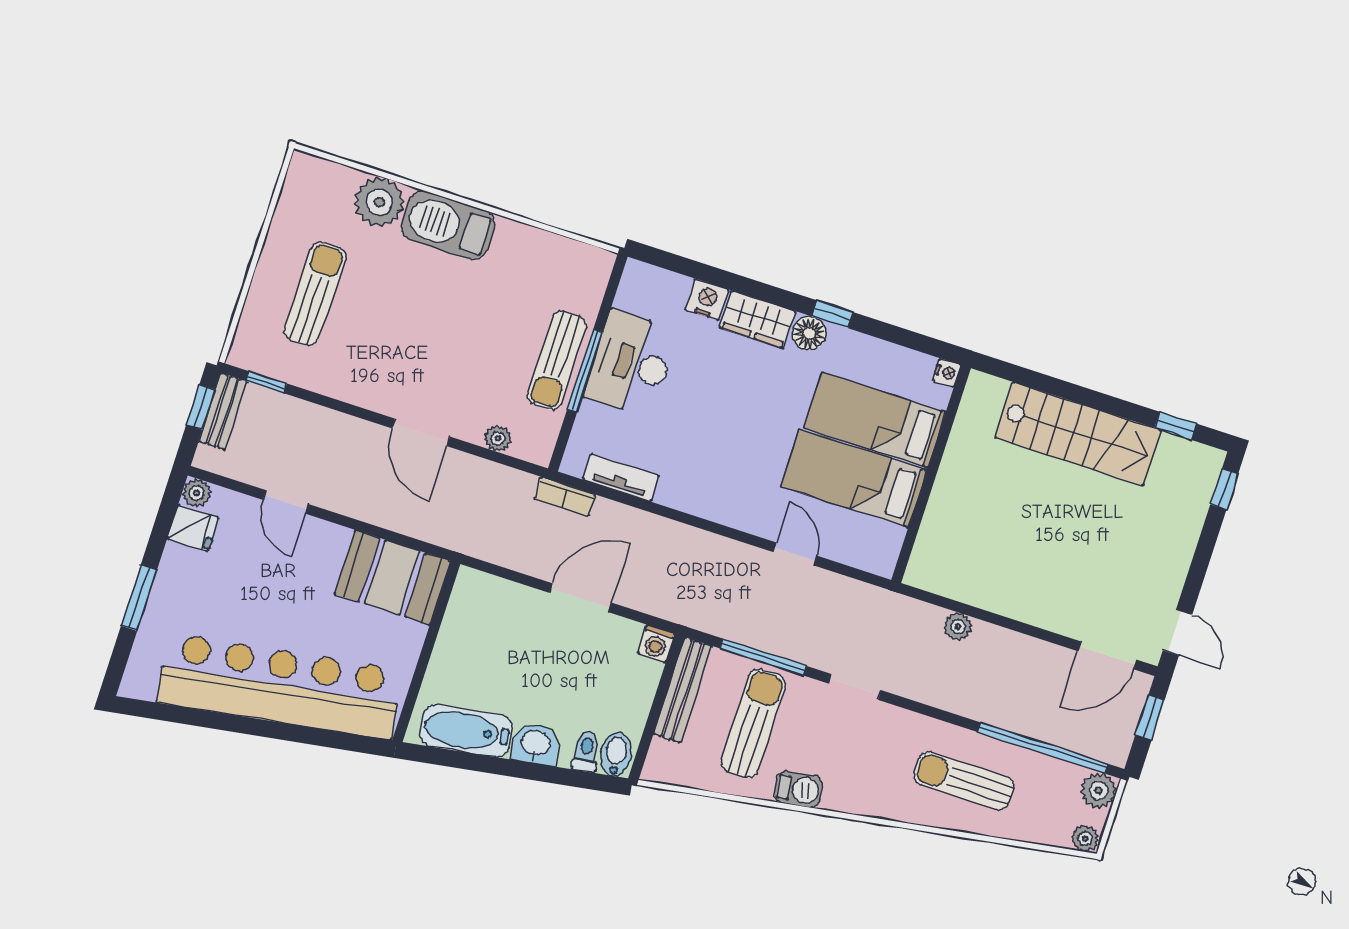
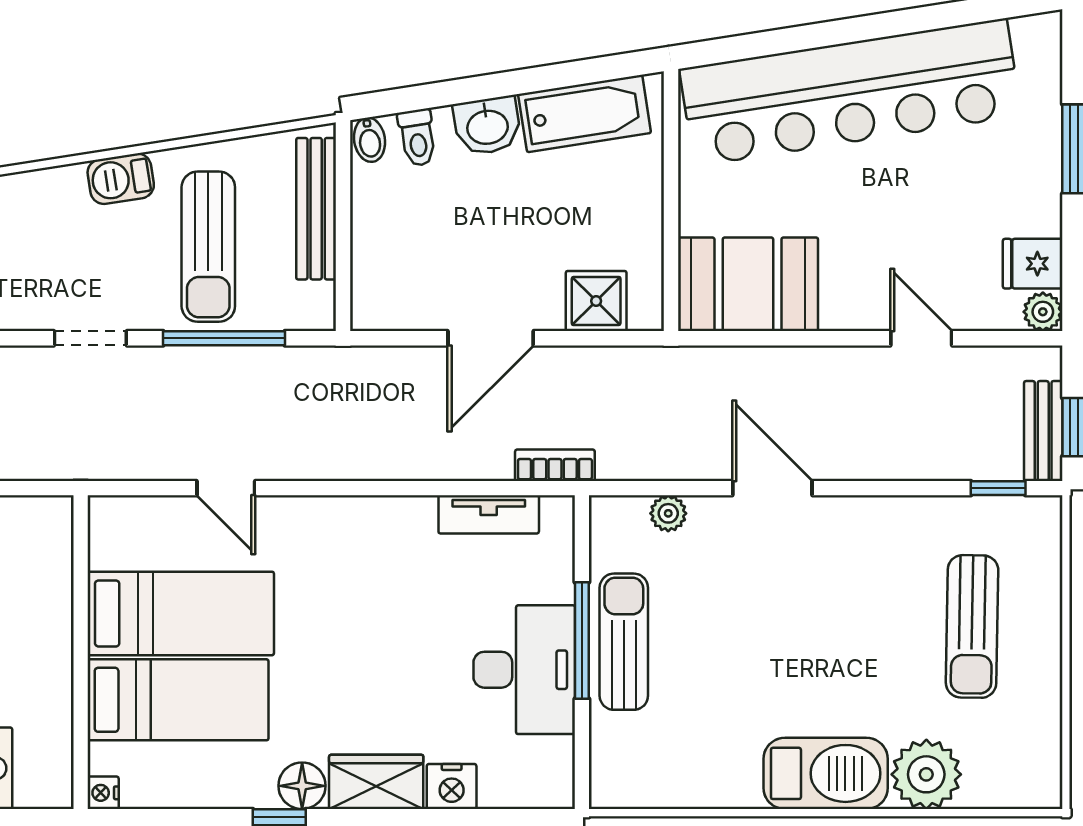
shower: (500, 600) -> (596, 301), added
washing machine: (656, 643) -> (371, 310), removed
bench: (683, 690) -> (316, 209), moved
bidet: (616, 754) -> (370, 140), width x0.72, depth x0.74

